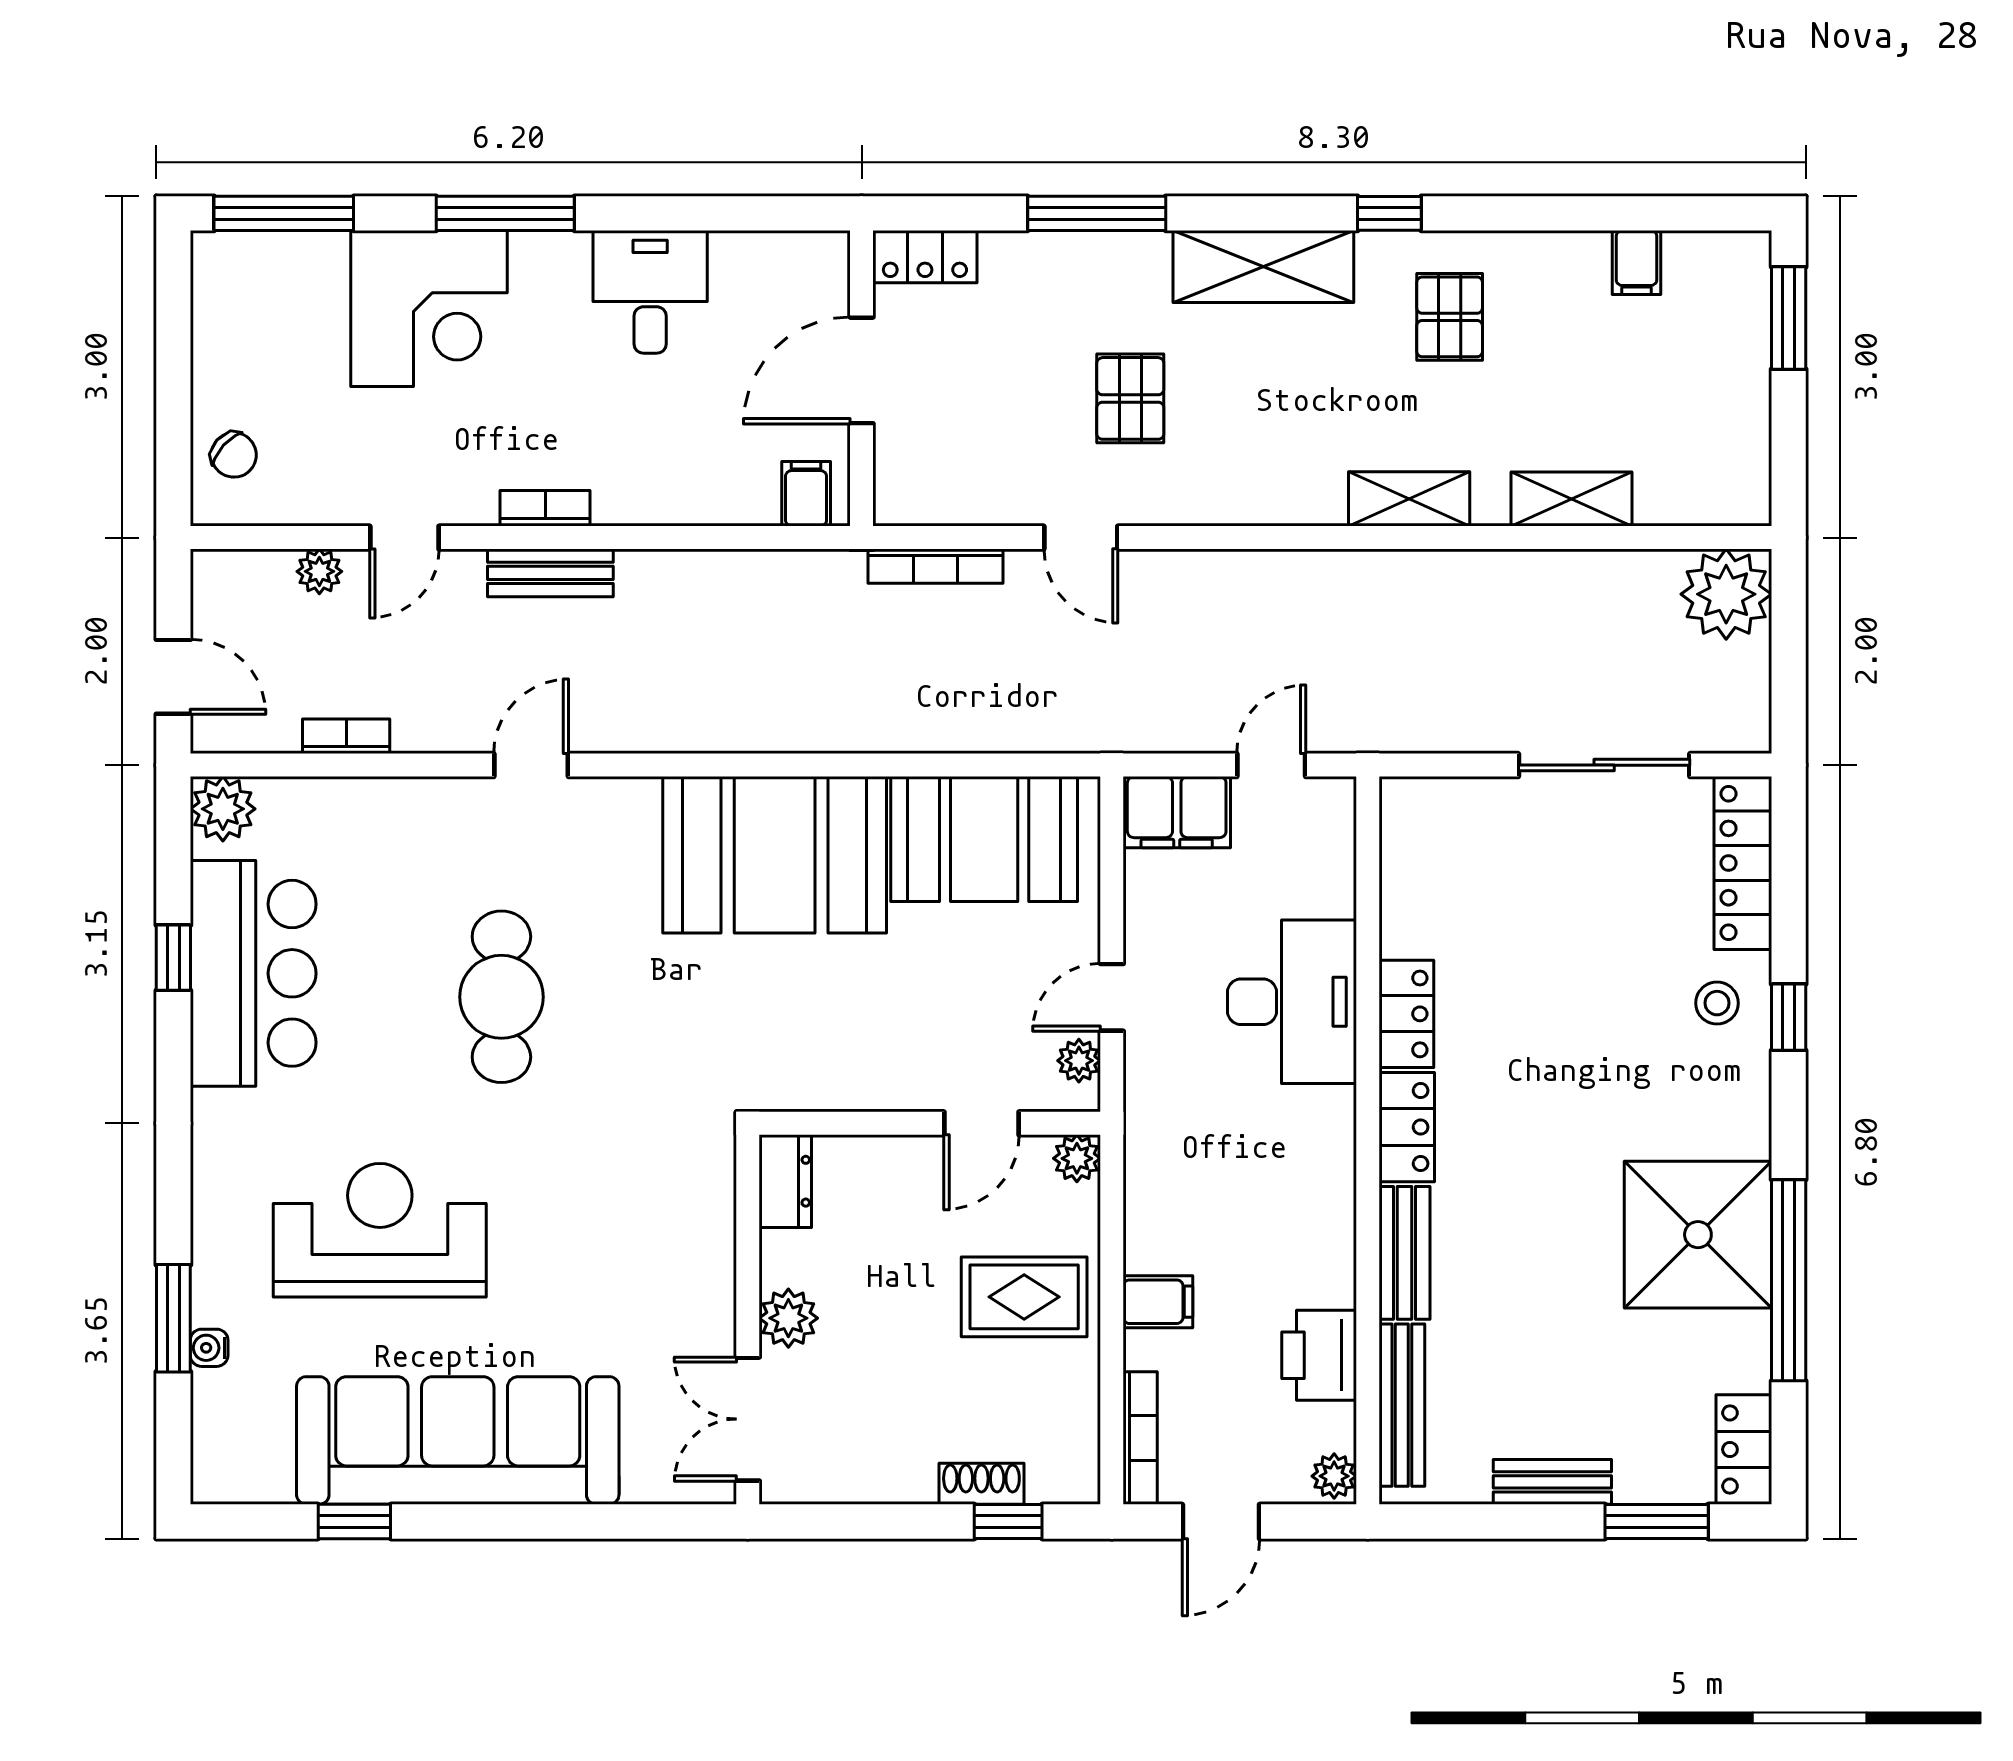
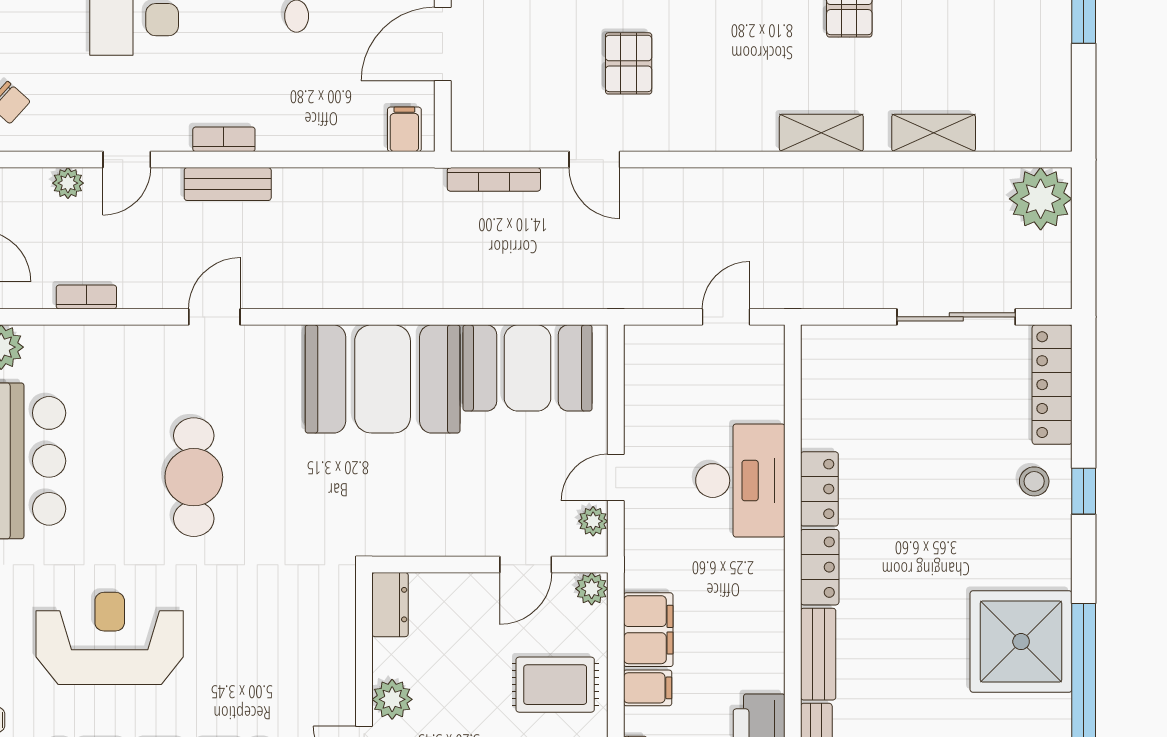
filing cabinet: (1177, 812) -> (648, 630), moved, turned -90

